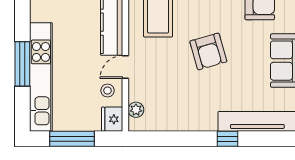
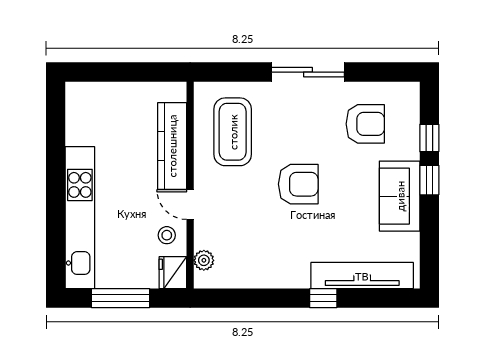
armchair: (208, 51) -> (298, 184), turned -74
window: (22, 64) -> (56, 200), removed
door: (125, 67) -> (190, 205), hinge flipped

